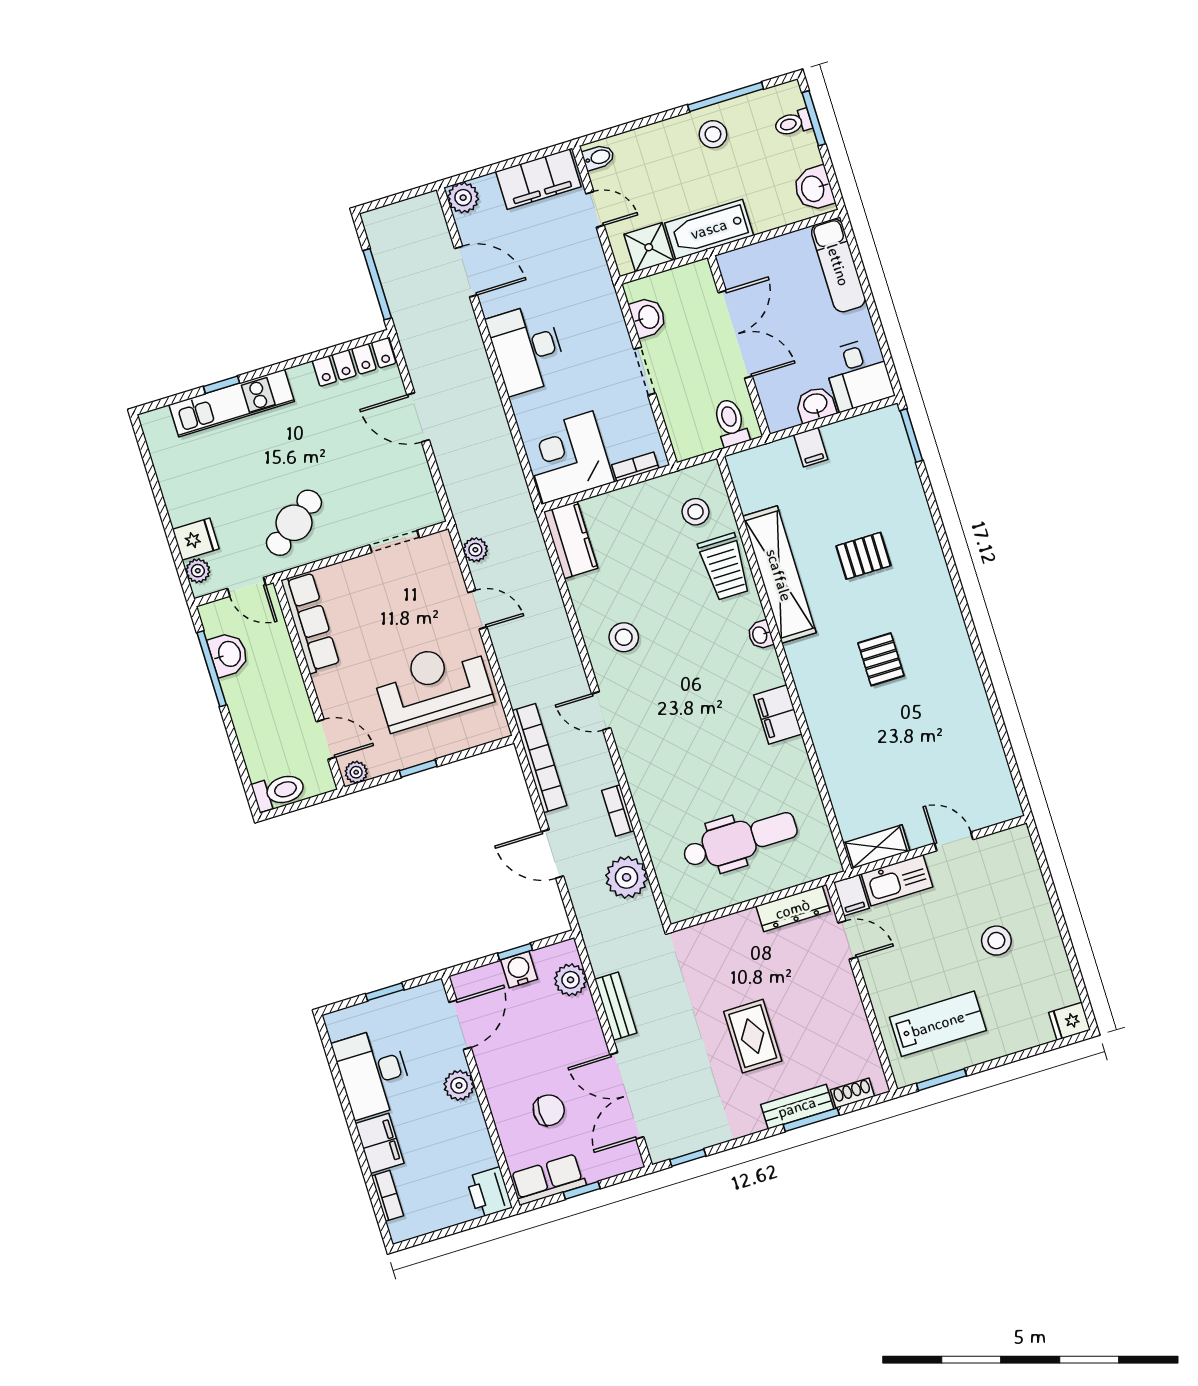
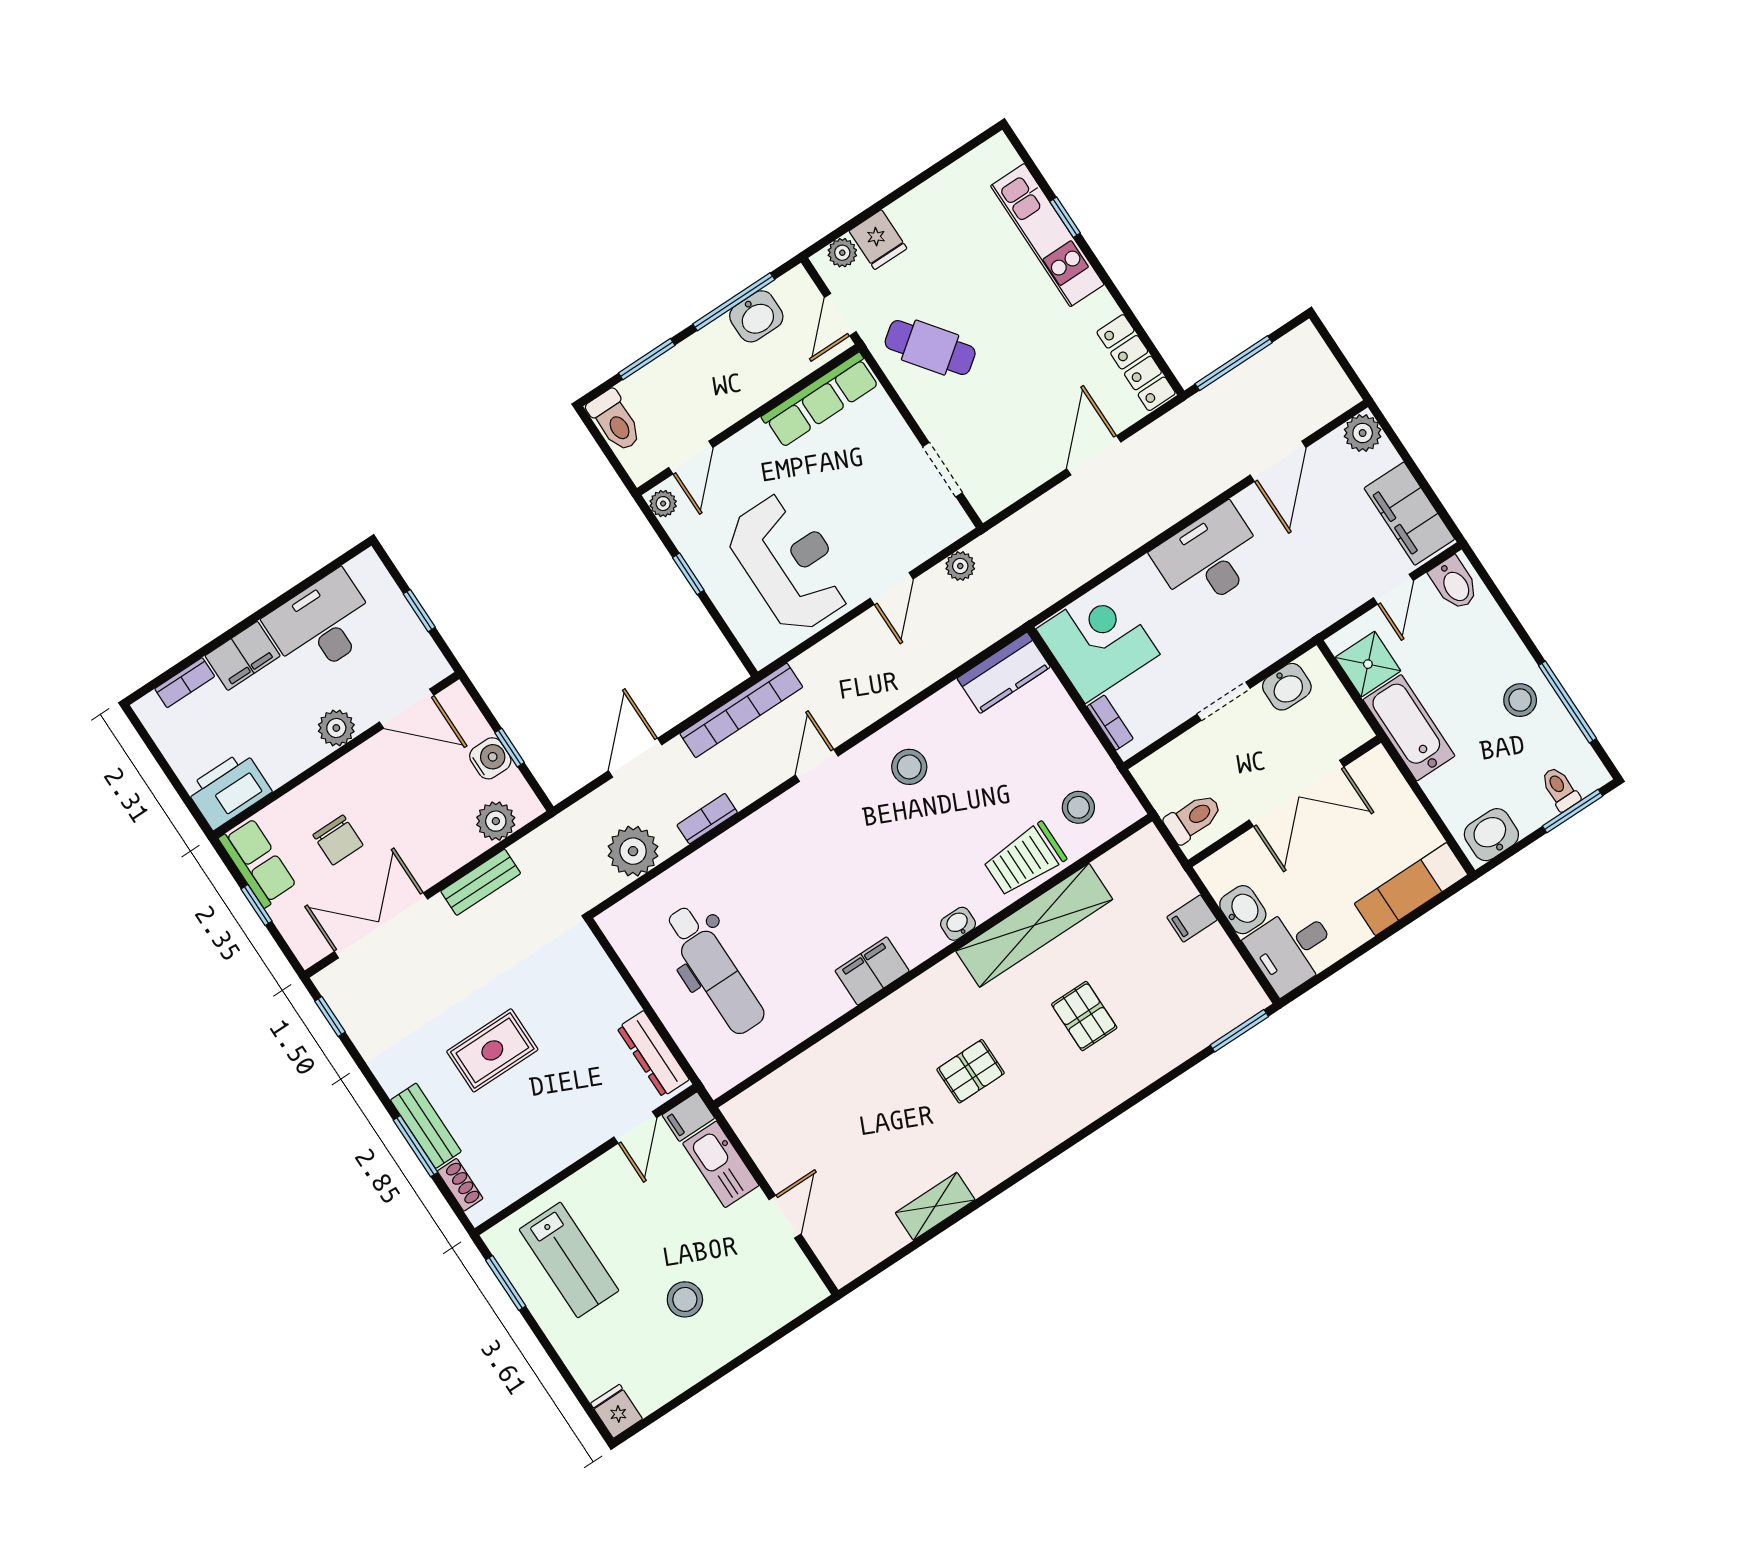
bidet: (598, 157) -> (1454, 584), width x1.38, depth x1.36
window: (237, 752) -> (647, 359), added
shelving: (876, 847) -> (935, 1206), moved, turned 90
printer: (489, 1192) -> (229, 790), width x1.37, depth x1.19

